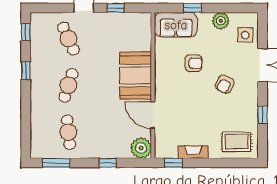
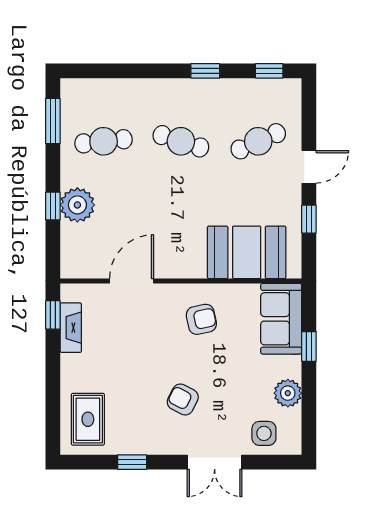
armchair: (193, 63) -> (201, 319), moved, turned -102
booth: (136, 76) -> (247, 252), moved
plant: (141, 148) -> (77, 205), moved
fireplace: (193, 152) -> (71, 328), moved

